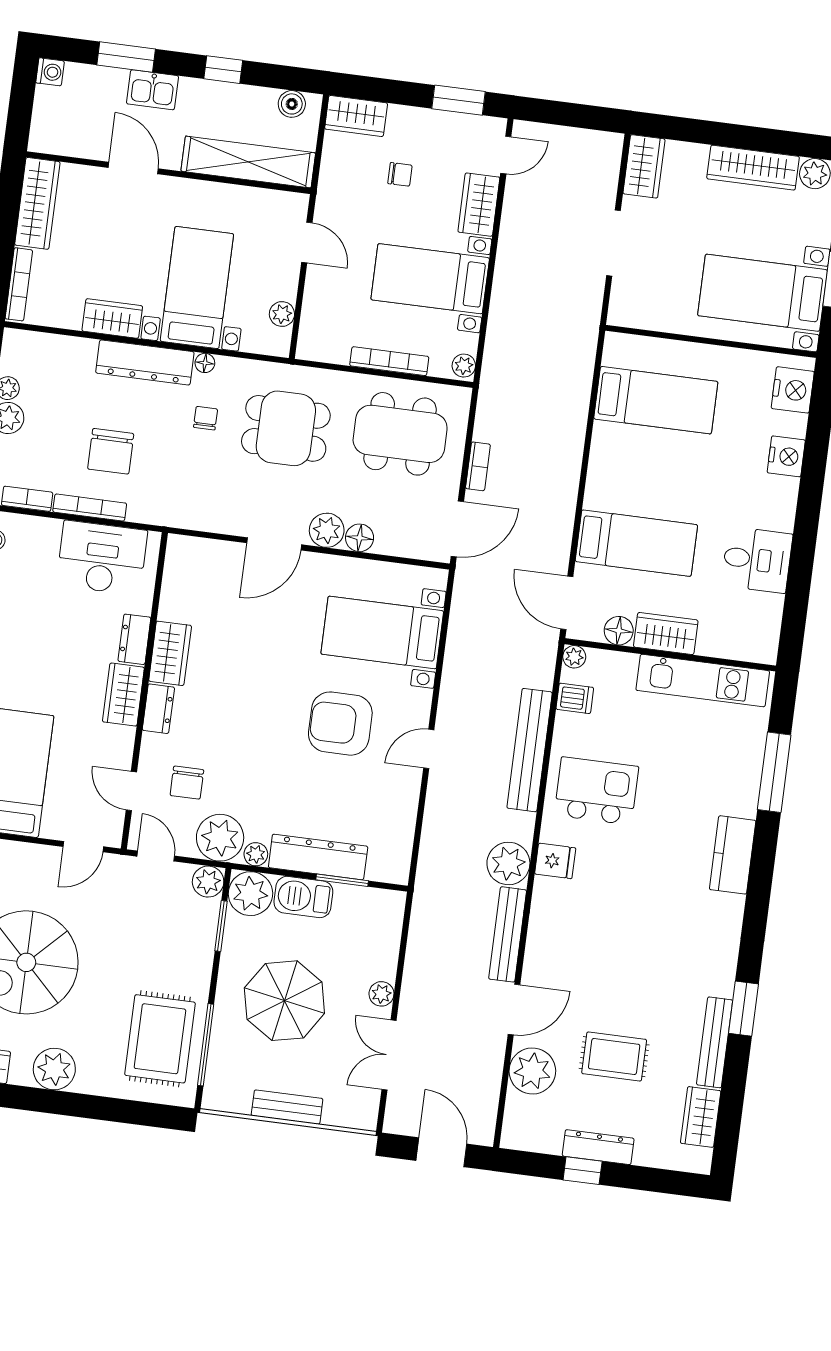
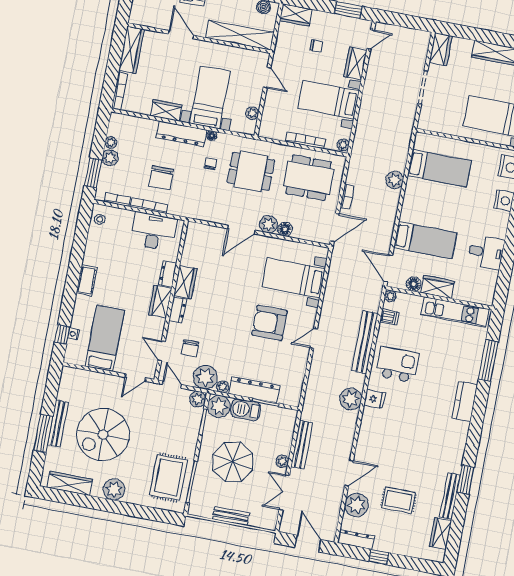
plant: (569, 429) -> (395, 180), added
bench: (508, 934) -> (302, 445), moved
dresser: (598, 1147) -> (356, 540), moved

